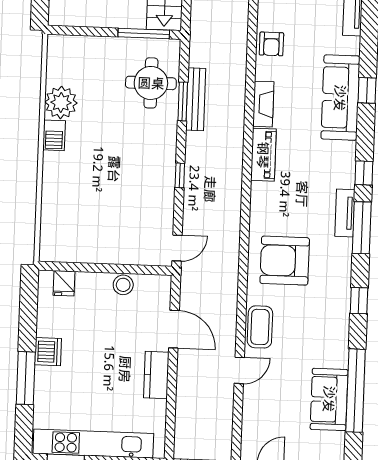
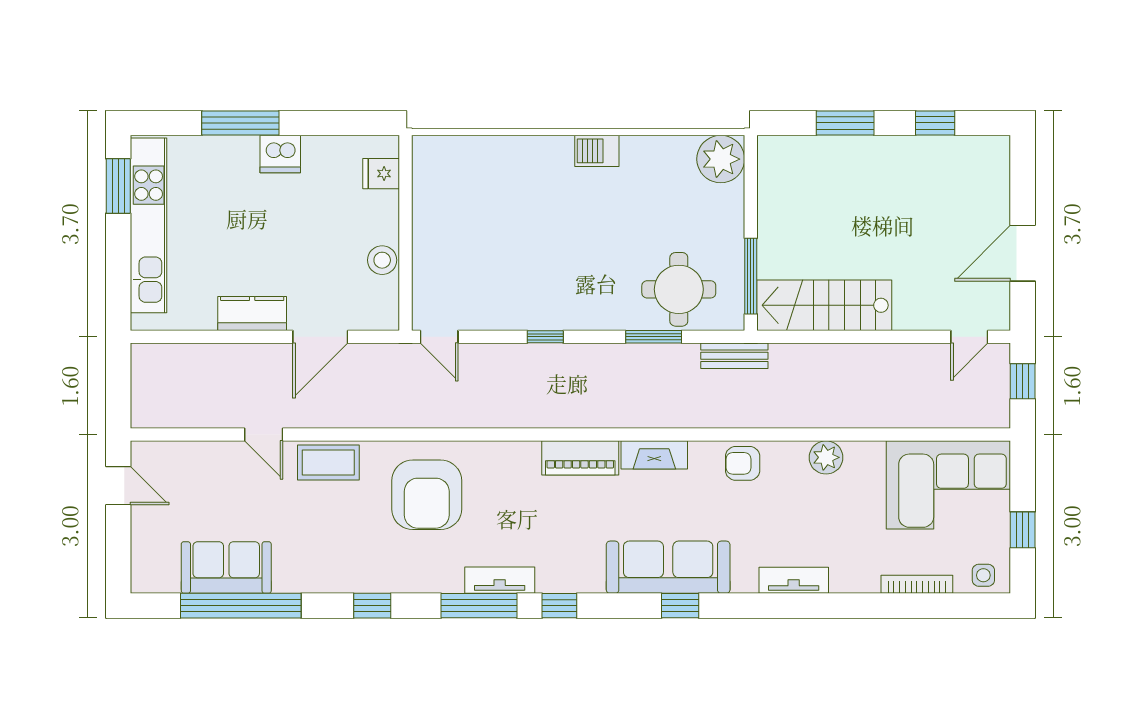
bench: (196, 99) -> (734, 356), moved, width x0.73
plant: (61, 103) -> (721, 159), moved
armchair: (285, 261) -> (427, 495), turned 180

